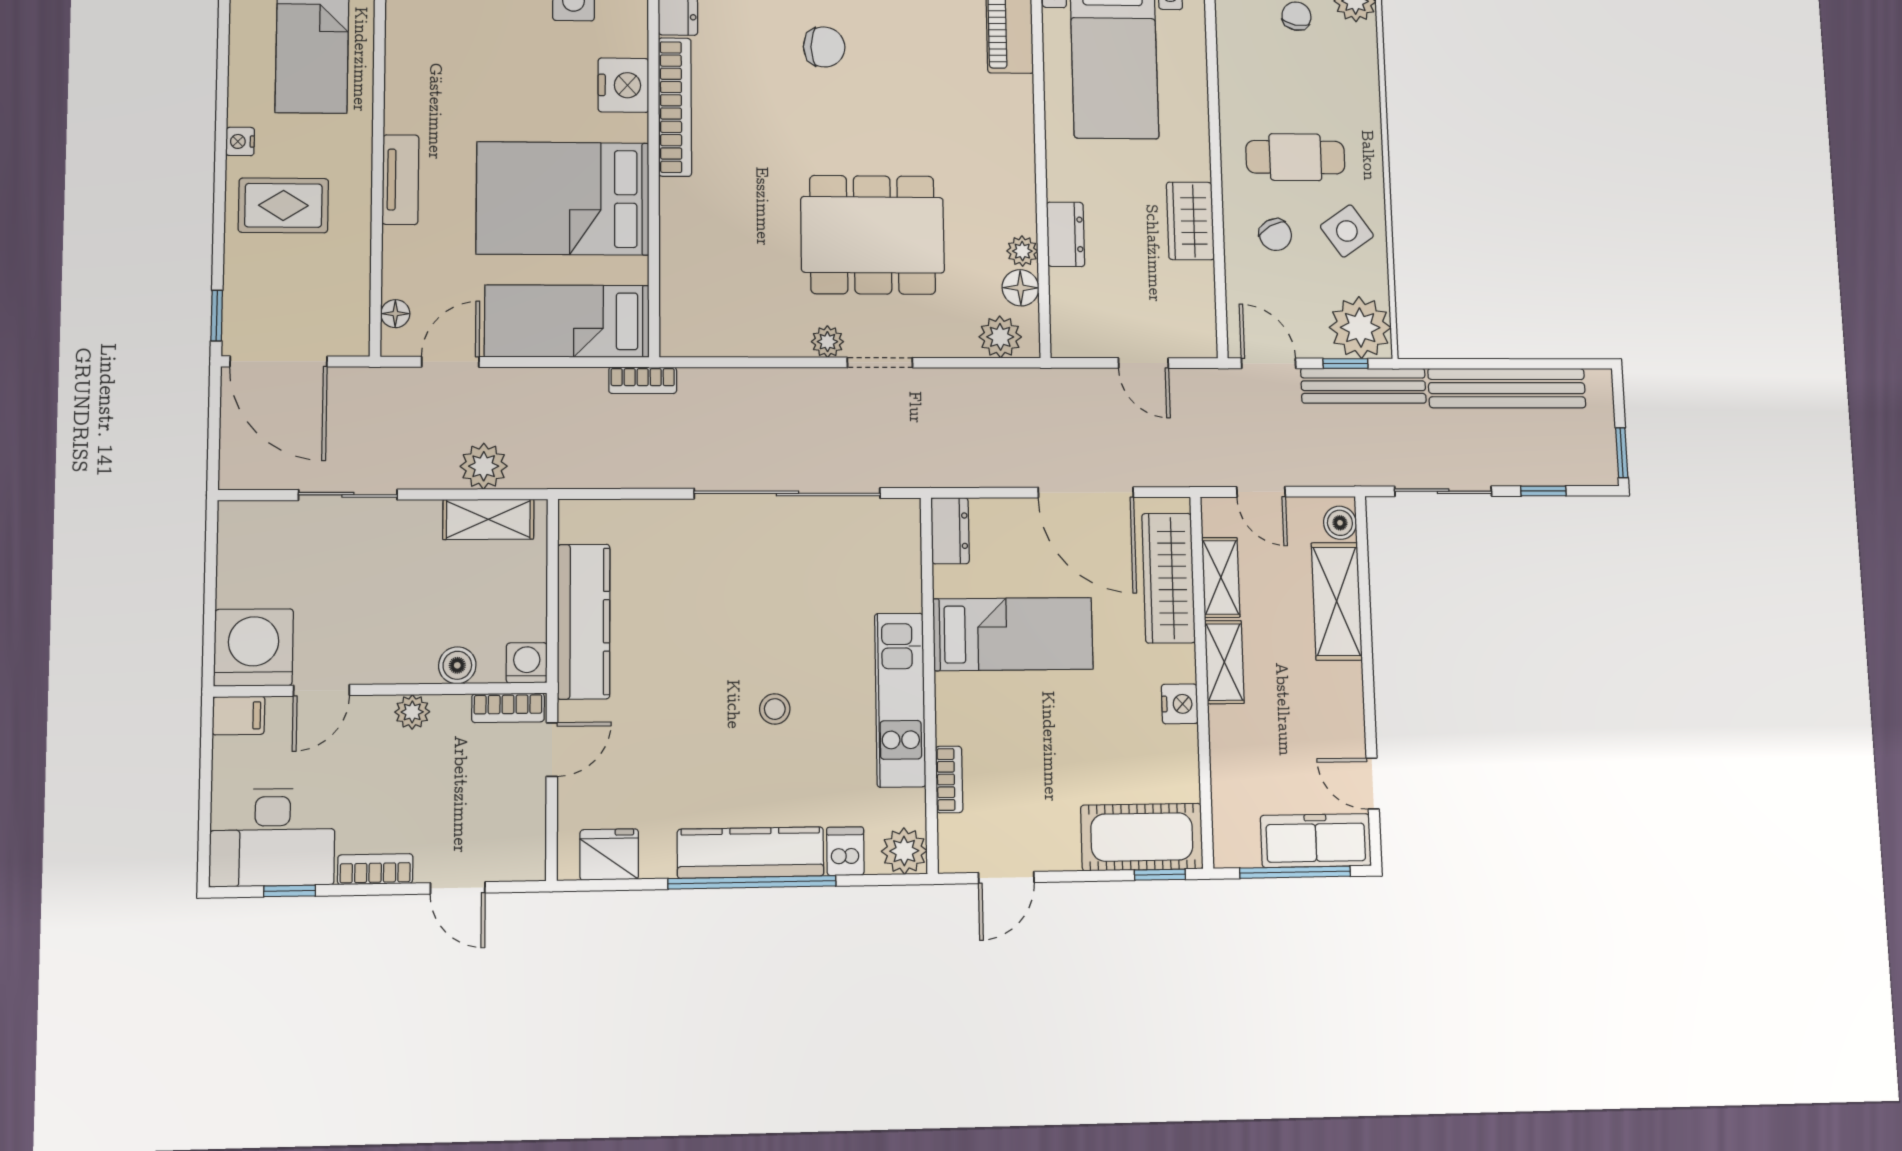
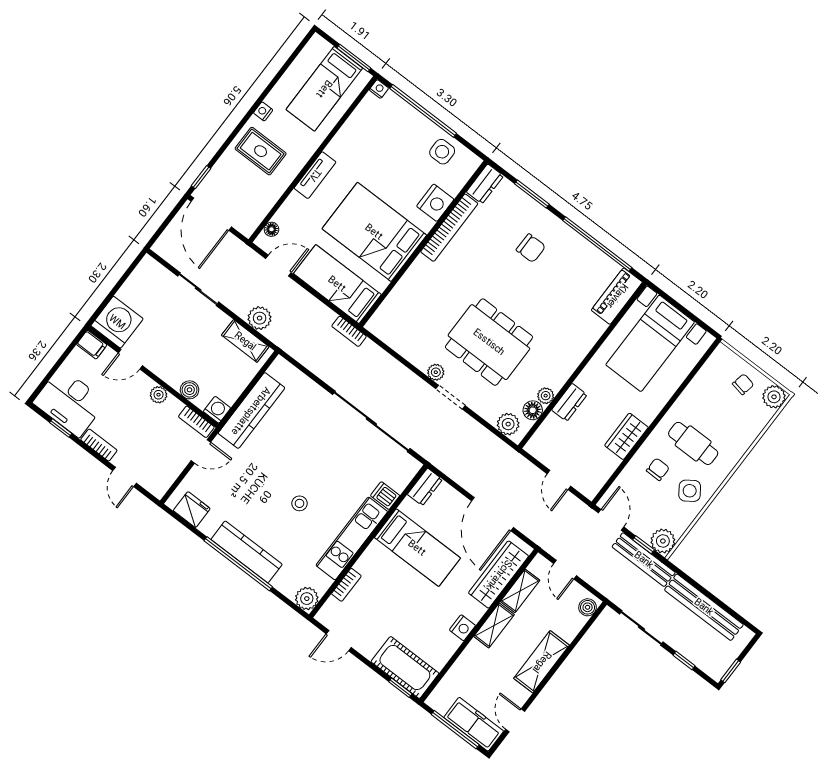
chair: (1275, 235) -> (658, 469), turned -151
plant: (1360, 328) -> (663, 541), width x0.73, depth x0.73
shelving: (1337, 601) -> (542, 662), moved
dishwasher: (845, 851) -> (385, 496), moved, turned -90

